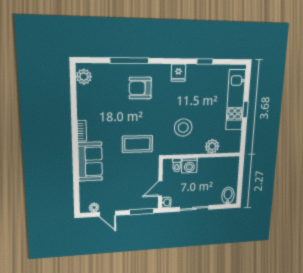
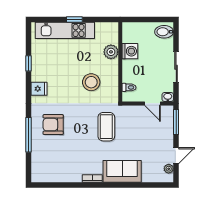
plant: (84, 77) -> (43, 175), removed
armchair: (140, 88) -> (53, 125), turned 90
washing machine: (189, 165) -> (130, 51), moved

